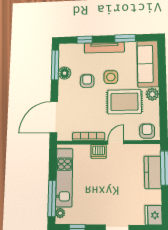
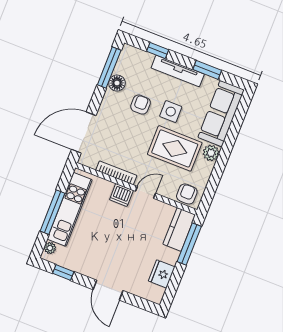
kitchen counter: (153, 172) -> (179, 229), moved
window: (52, 198) -> (52, 212), moved
fridge: (154, 215) -> (162, 274), moved

